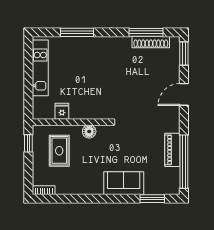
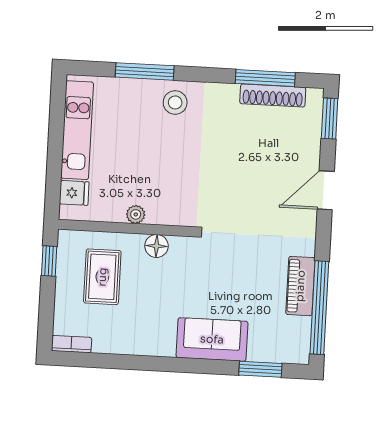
stool: (95, 49) -> (175, 102), added
fridge: (62, 111) -> (74, 193), moved, turned 90
plant: (76, 114) -> (136, 214), added

